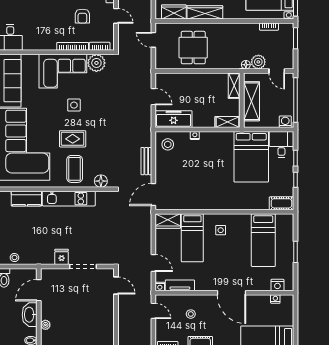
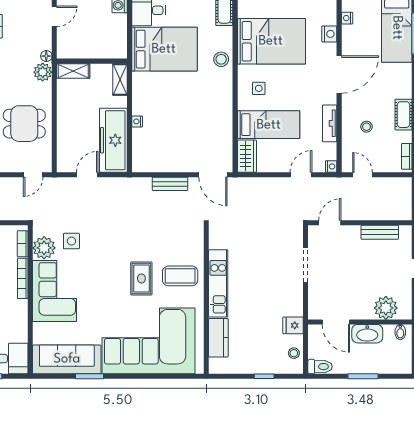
door: (153, 40) -> (33, 175), moved
plant: (258, 62) -> (43, 72), moved
shelving: (252, 101) -> (93, 49), removed
side table: (74, 105) -> (71, 241), moved
freezer: (174, 119) -> (113, 140), width x1.36, depth x1.26
stool: (168, 144) -> (221, 59), moved
floor lamp: (101, 181) -> (196, 242), removed
bed: (263, 240) -> (271, 41), width x1.50
fridge: (62, 257) -> (293, 325), moved
tv unit: (180, 285) -> (330, 123), moved
nightstand: (277, 285) -> (329, 34), moved
door: (153, 311) -> (362, 175), hinge flipped
bench: (109, 324) -> (380, 232), added
plant: (45, 325) -> (386, 308), width x1.88, depth x1.88

